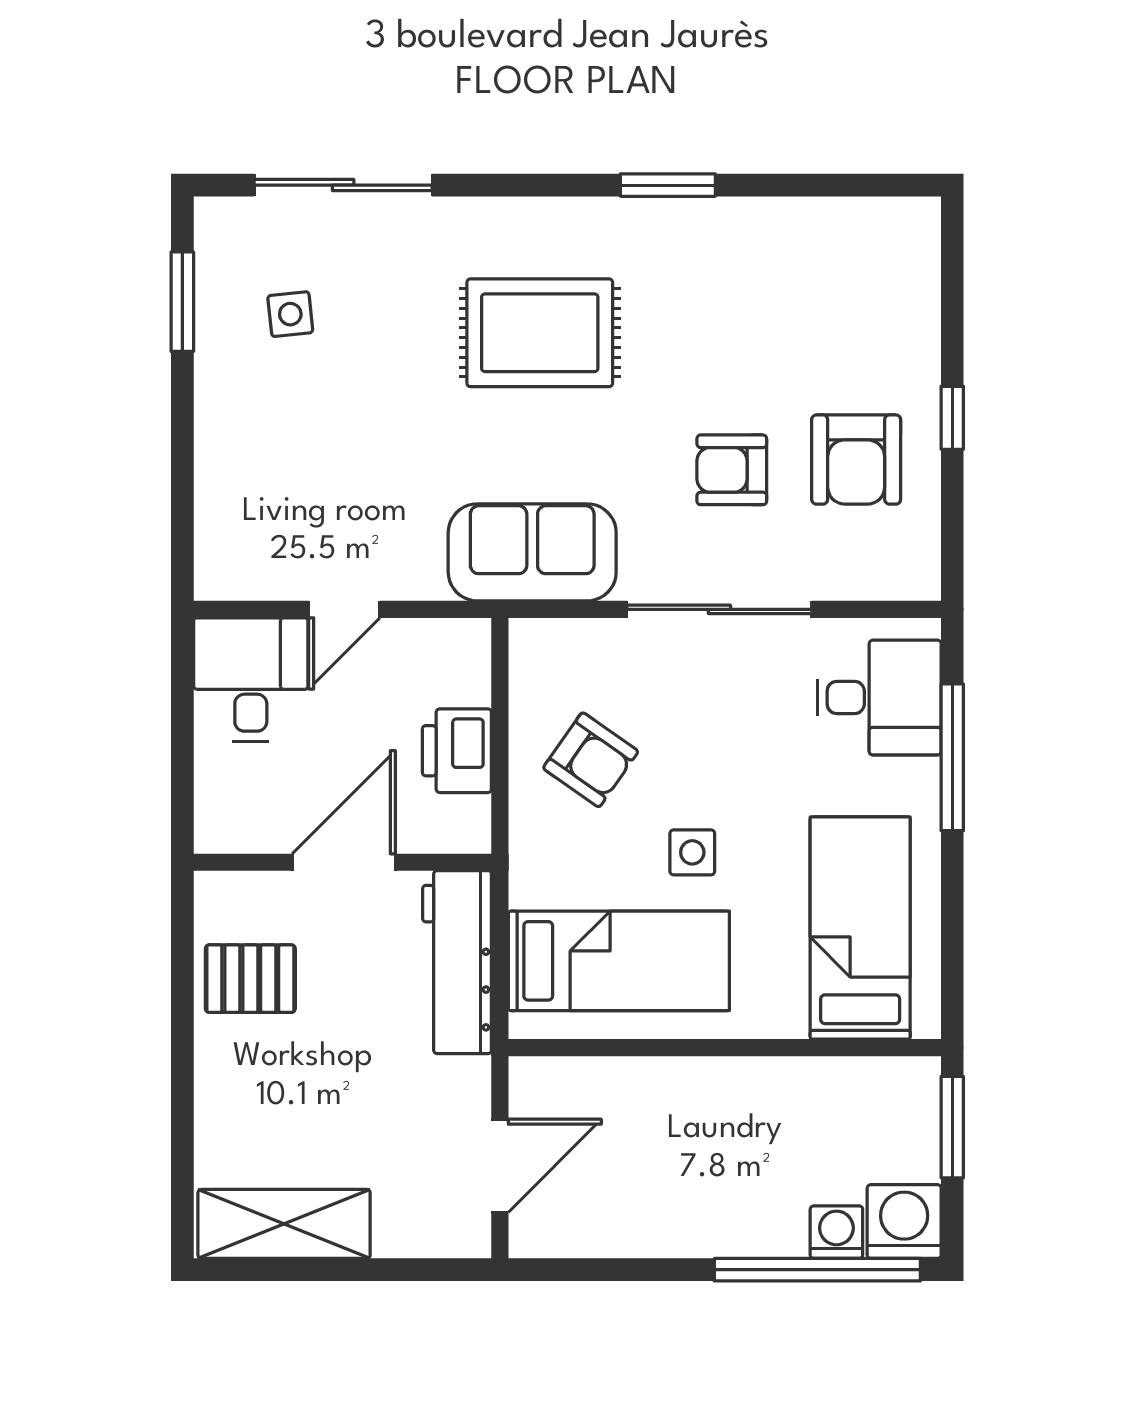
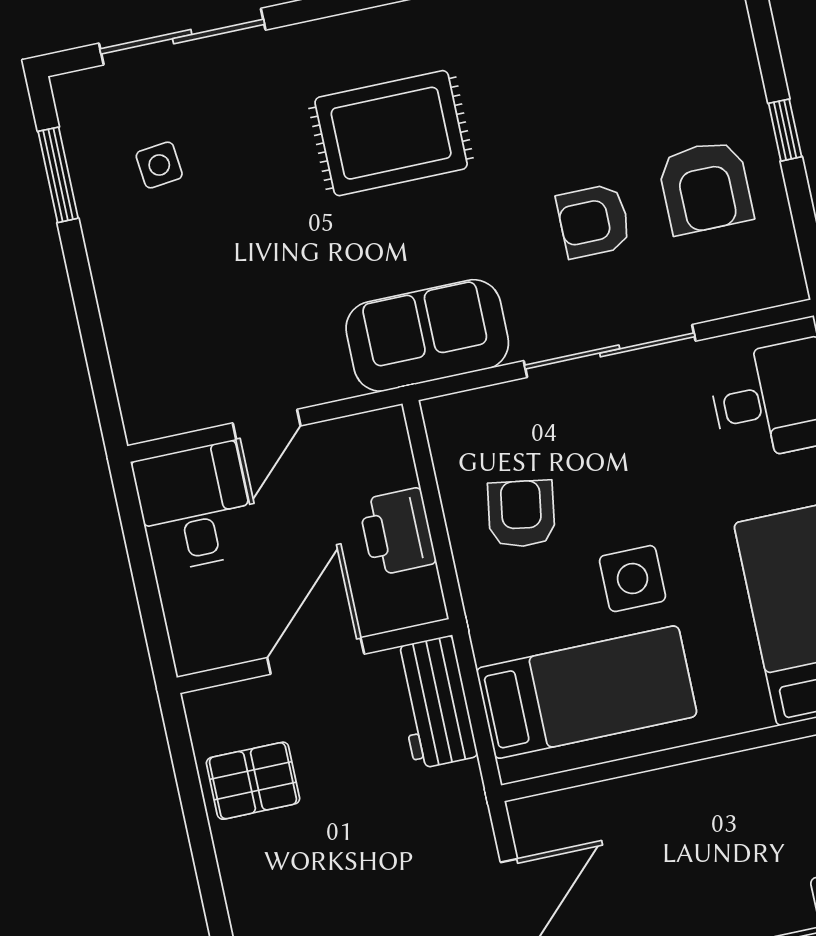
armchair: (591, 760) -> (521, 514), turned -116
side table: (692, 852) -> (632, 579), width x1.37, depth x1.37
workbench: (457, 962) -> (434, 702), width x0.73

